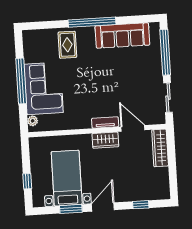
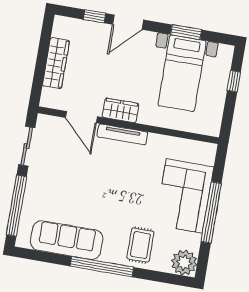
plant: (33, 121) -> (184, 263), moved, width x1.87, depth x1.87
tv unit: (105, 122) -> (122, 134), width x1.41
wardrobe: (160, 148) -> (56, 63), moved
door: (103, 207) -> (128, 22), moved

